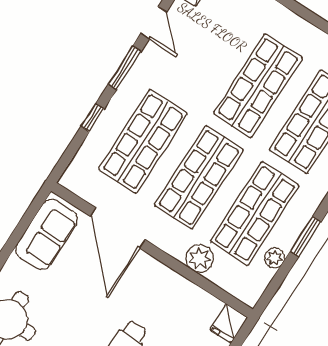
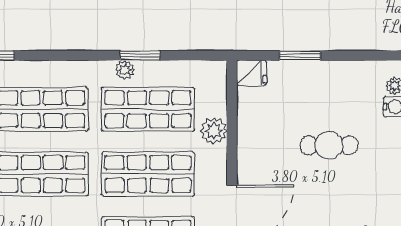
plant: (274, 258) -> (125, 70), moved

